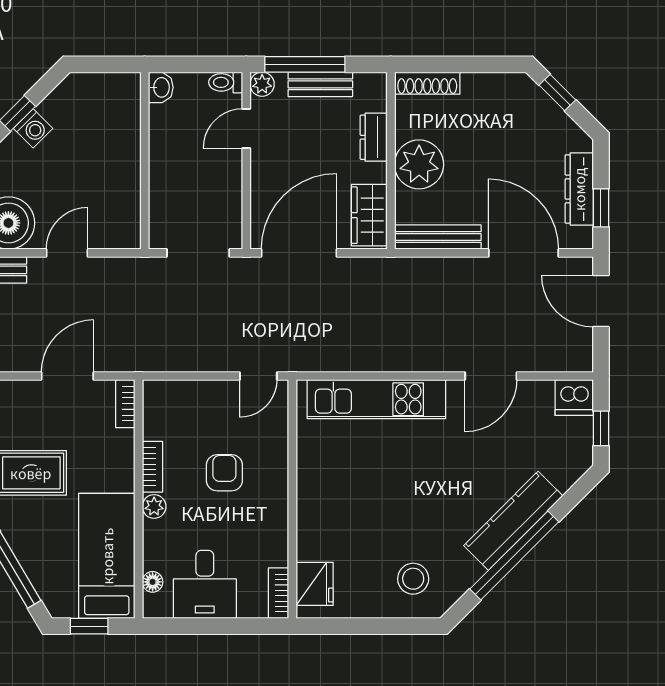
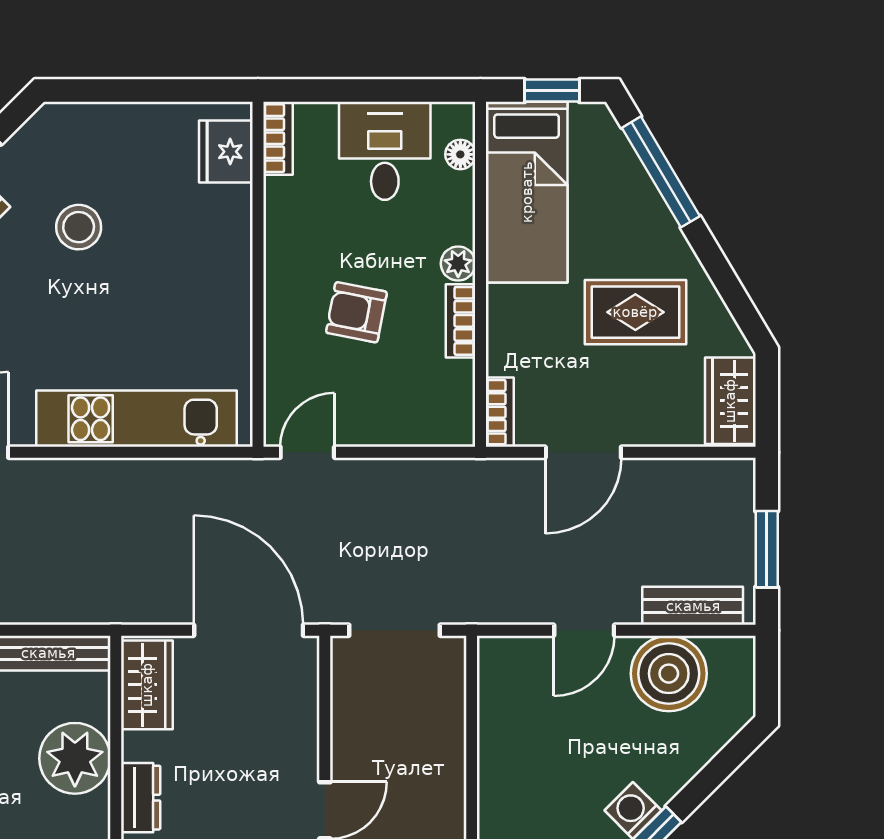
door: (299, 253) -> (249, 630), swing flipped
armchair: (224, 473) -> (356, 312), turned 101
stool: (413, 579) -> (79, 227), moved

